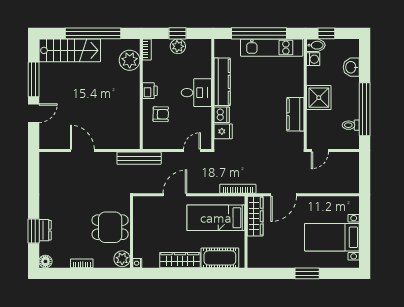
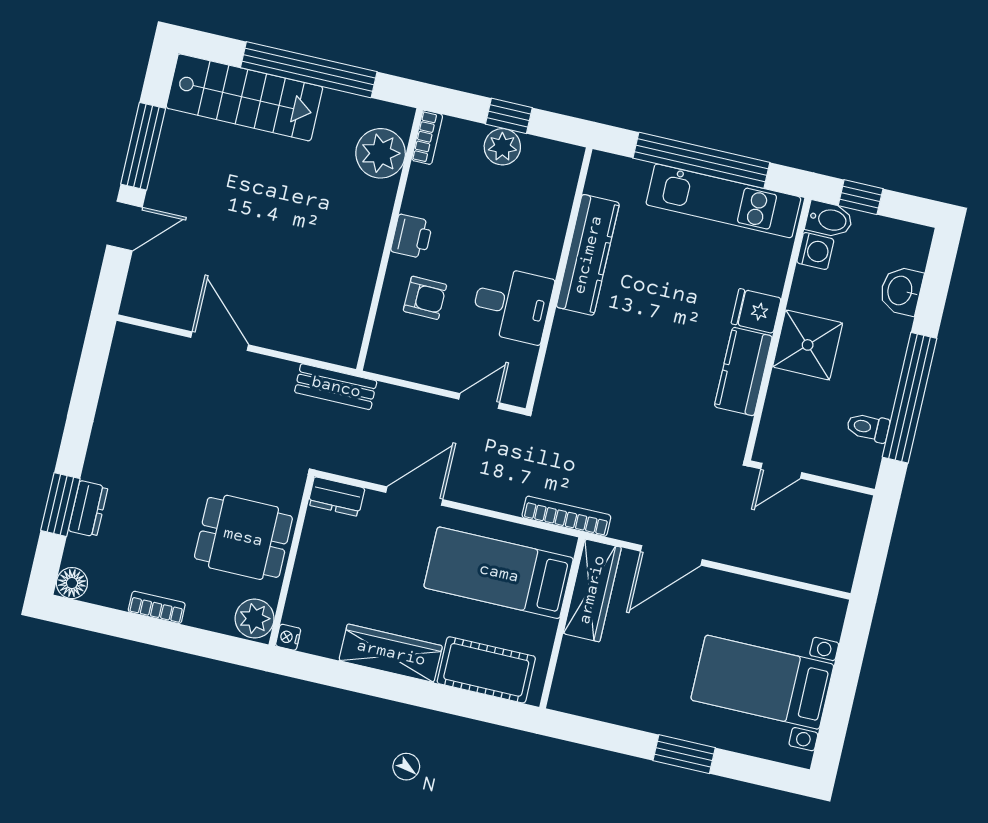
desk: (196, 93) -> (512, 305), moved
dishwasher: (222, 115) -> (569, 333), removed
fridge: (223, 131) -> (756, 311), moved, turned 180
bench: (139, 158) -> (336, 387), width x0.73
dresser: (144, 202) -> (336, 497), added

